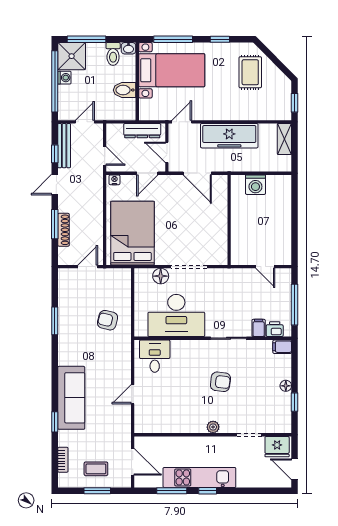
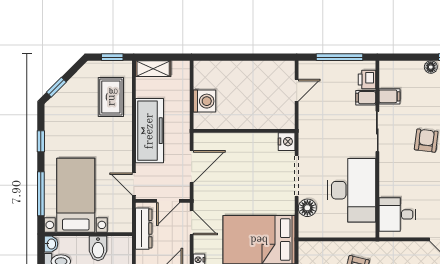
window: (268, 53) -> (56, 87), added
rug: (250, 72) -> (111, 97), moved, turned 90
nightstand: (220, 258) -> (287, 142), added
filing cabinet: (282, 347) -> (389, 96), moved, turned -90

